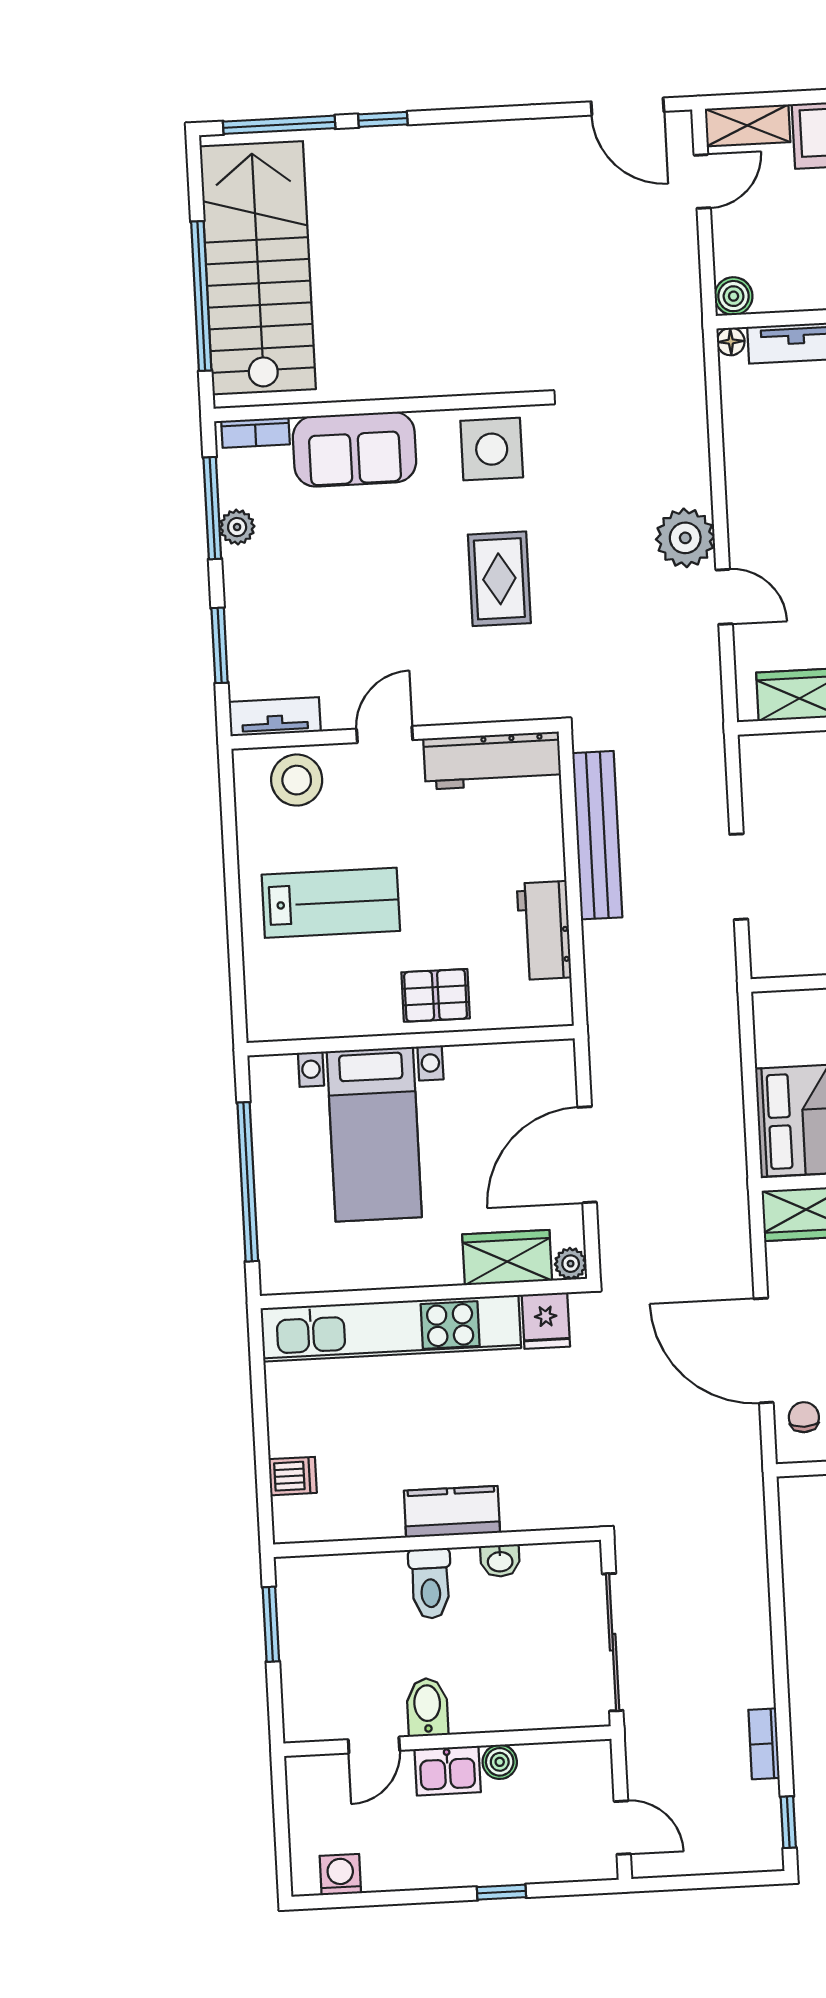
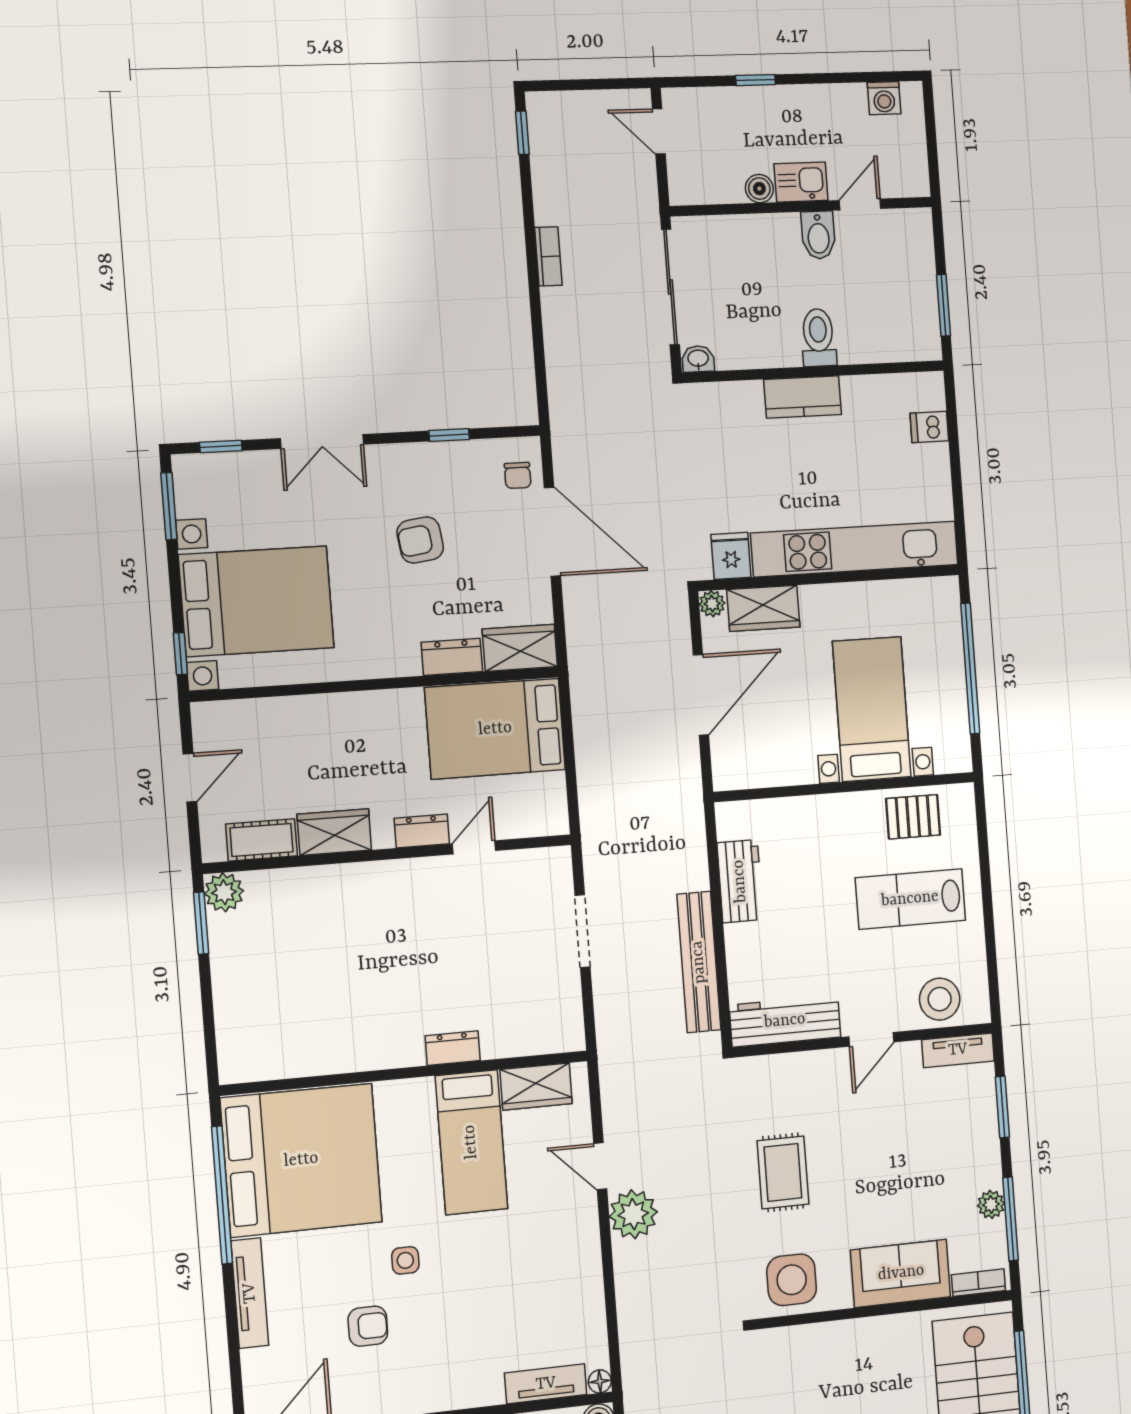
pallet: (436, 995) -> (913, 817), moved
washbasin: (500, 1561) -> (698, 359), moved
bookcase: (764, 1744) -> (548, 256), moved

